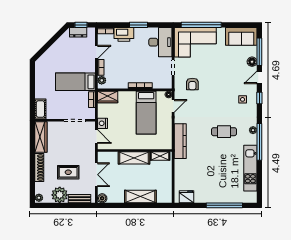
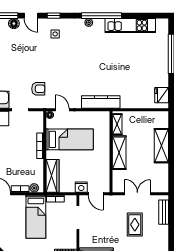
wardrobe: (108, 97) -> (52, 176), width x1.50
cafe table: (224, 132) -> (90, 54), removed
door: (96, 136) -> (96, 194), swing flipped
plant: (60, 195) -> (159, 234), removed
boiler: (102, 198) -> (163, 187), removed

